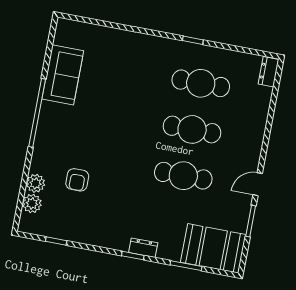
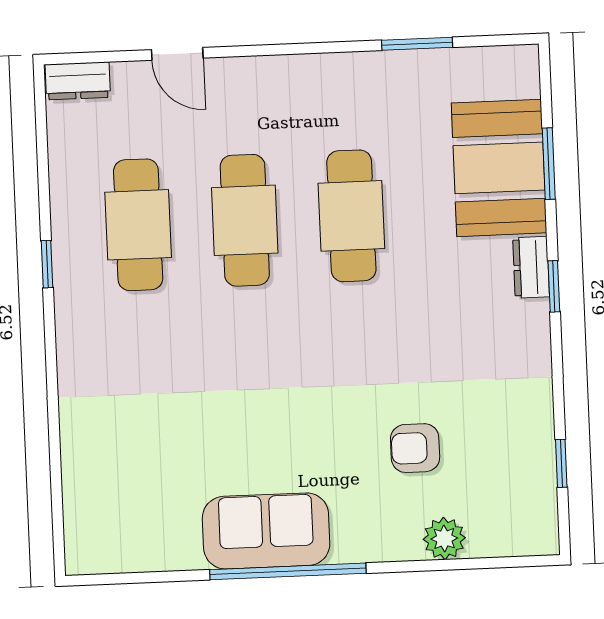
sofa: (63, 75) -> (266, 531), moved
armchair: (77, 180) -> (415, 448), turned 180
door: (258, 184) -> (177, 54), moved
plant: (32, 204) -> (491, 536), removed
booth: (213, 248) -> (499, 168), moved

